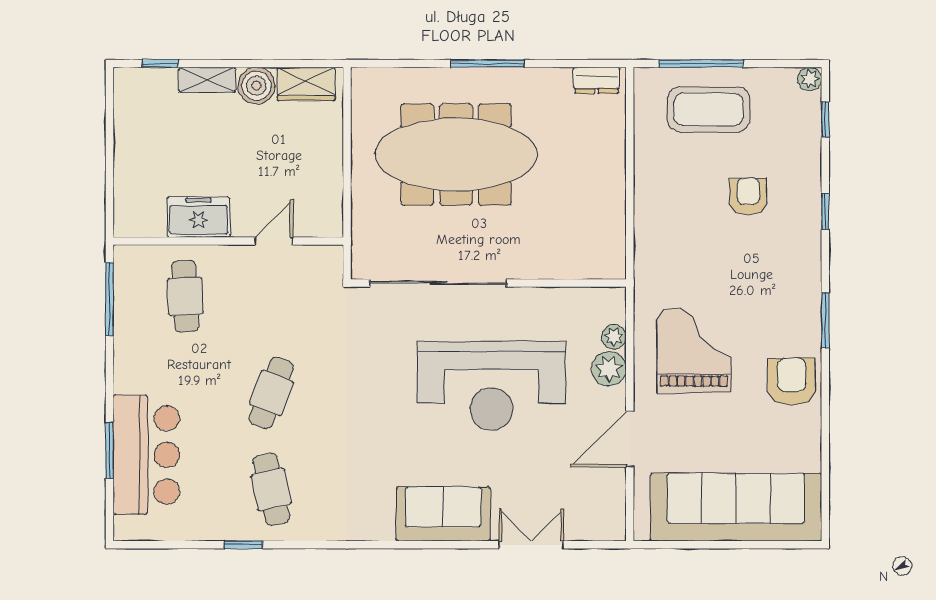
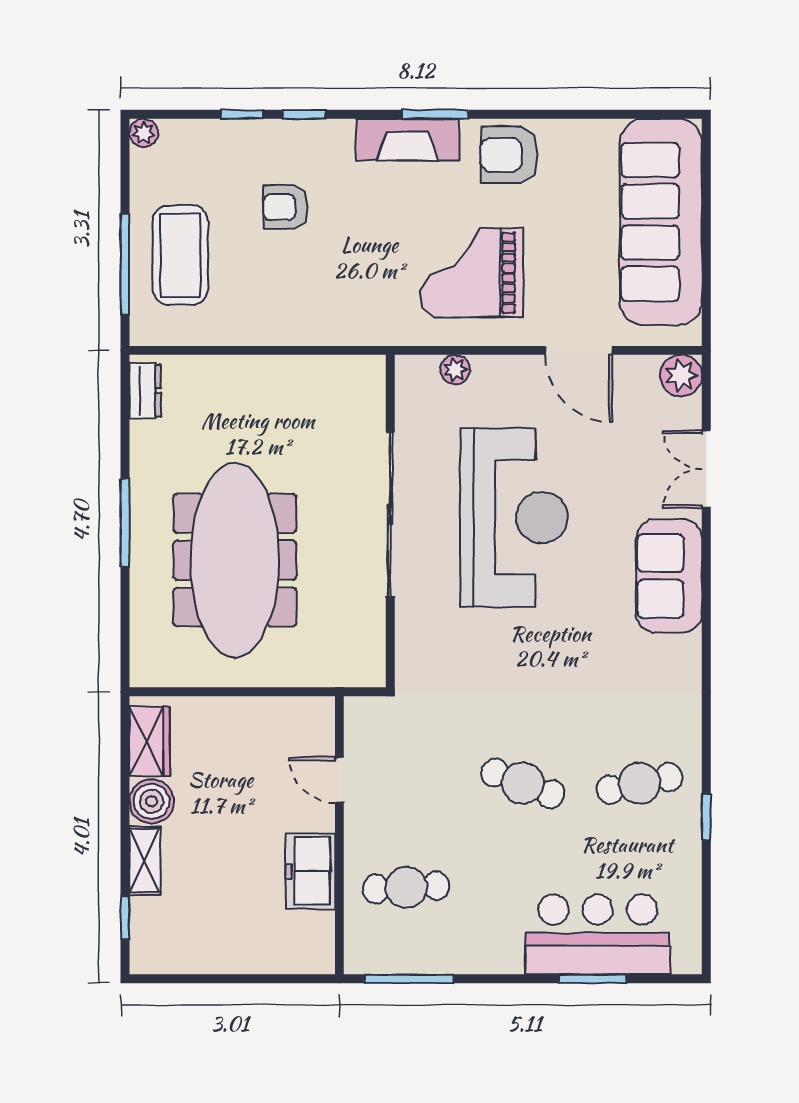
window: (825, 119) -> (242, 114), moved
sliding door: (438, 283) -> (390, 514), moved
fireplace: (804, 297) -> (407, 140), added
plant: (609, 369) -> (681, 376), moved

